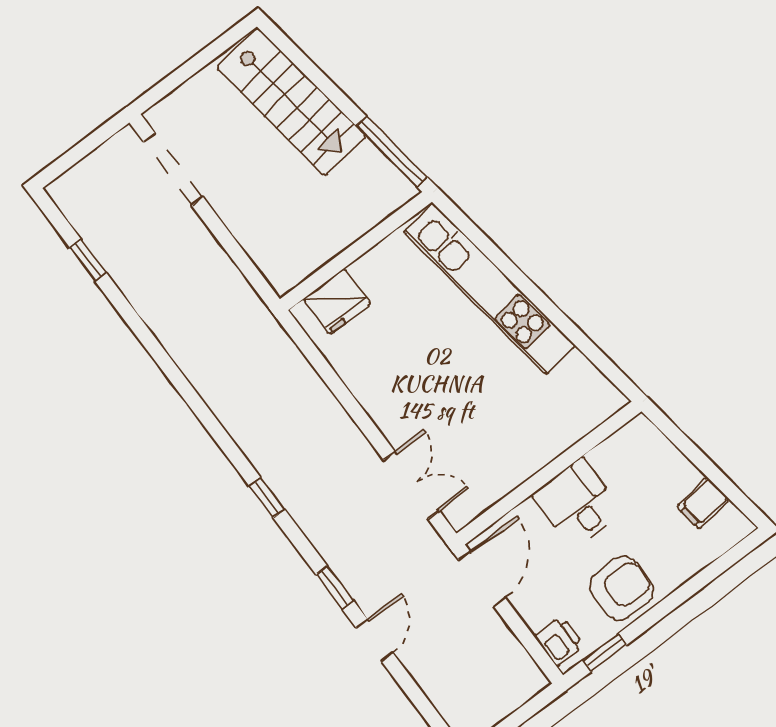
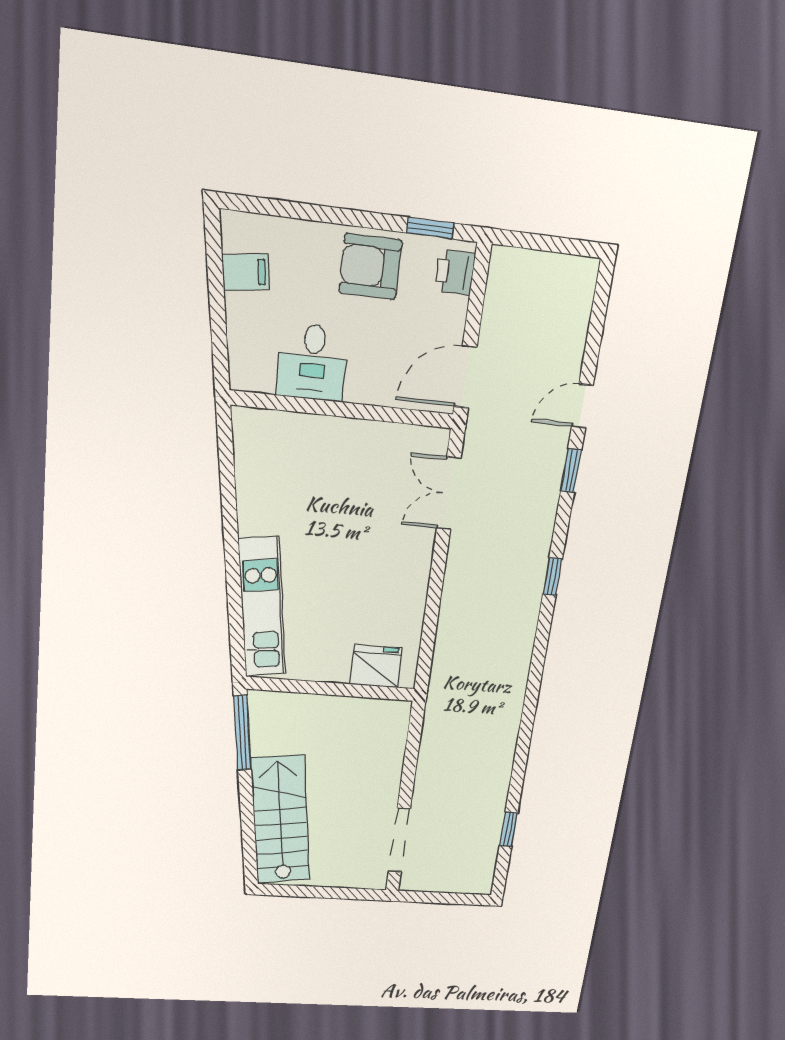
kitchen unit: (490, 289) -> (262, 607), width x0.73
desk: (578, 503) -> (312, 362), moved

